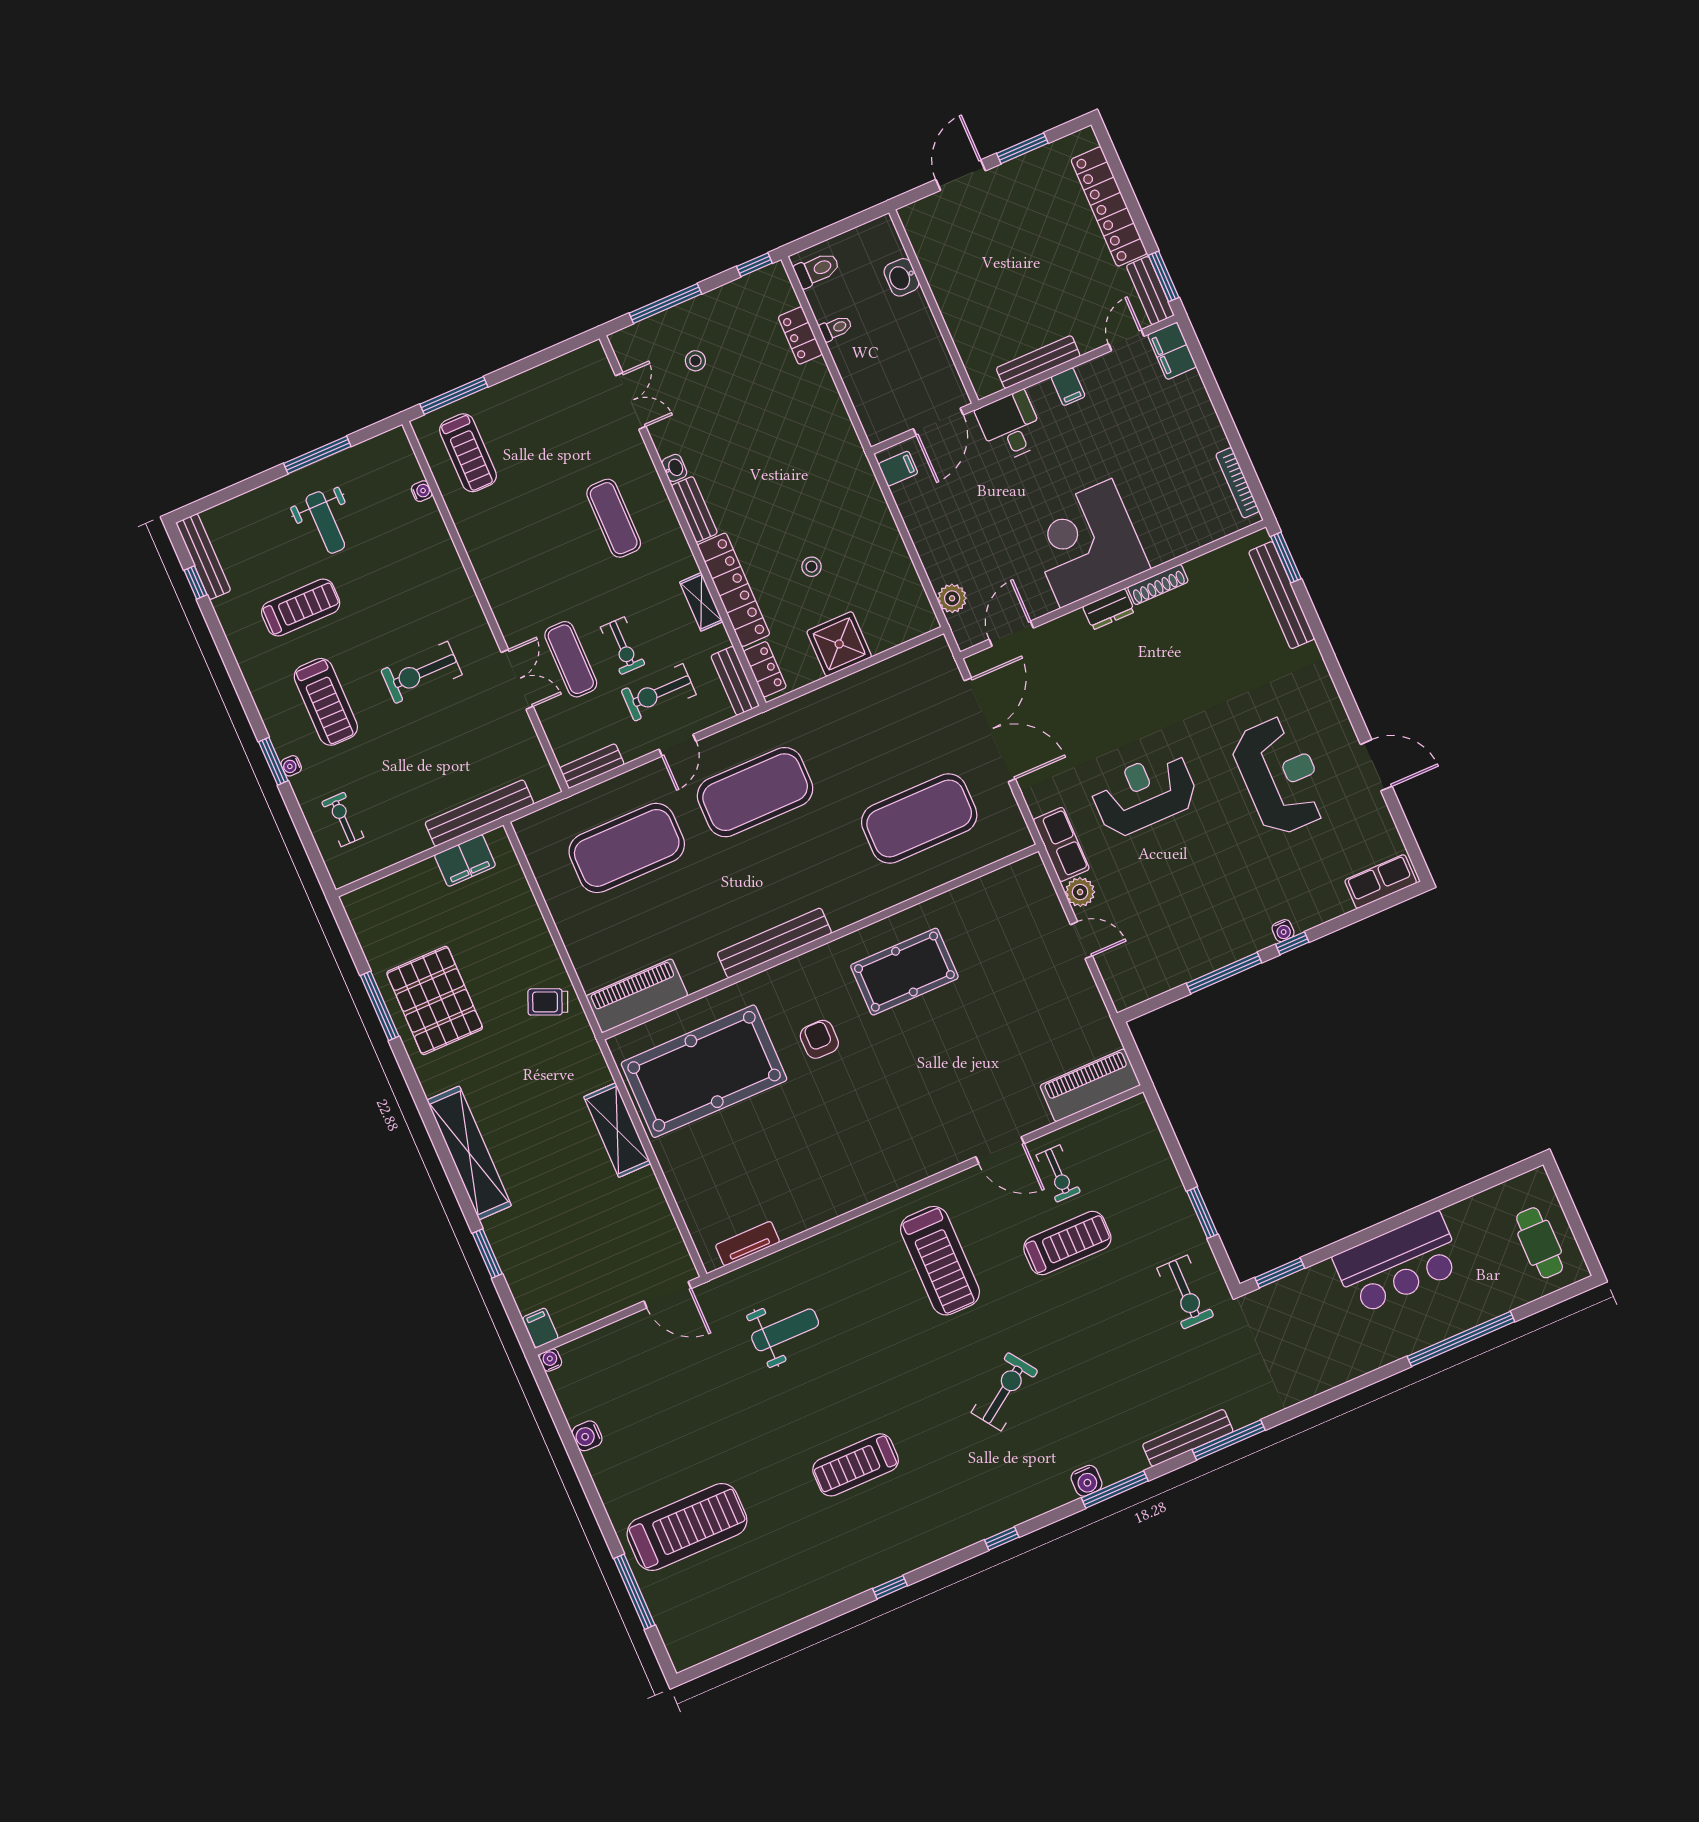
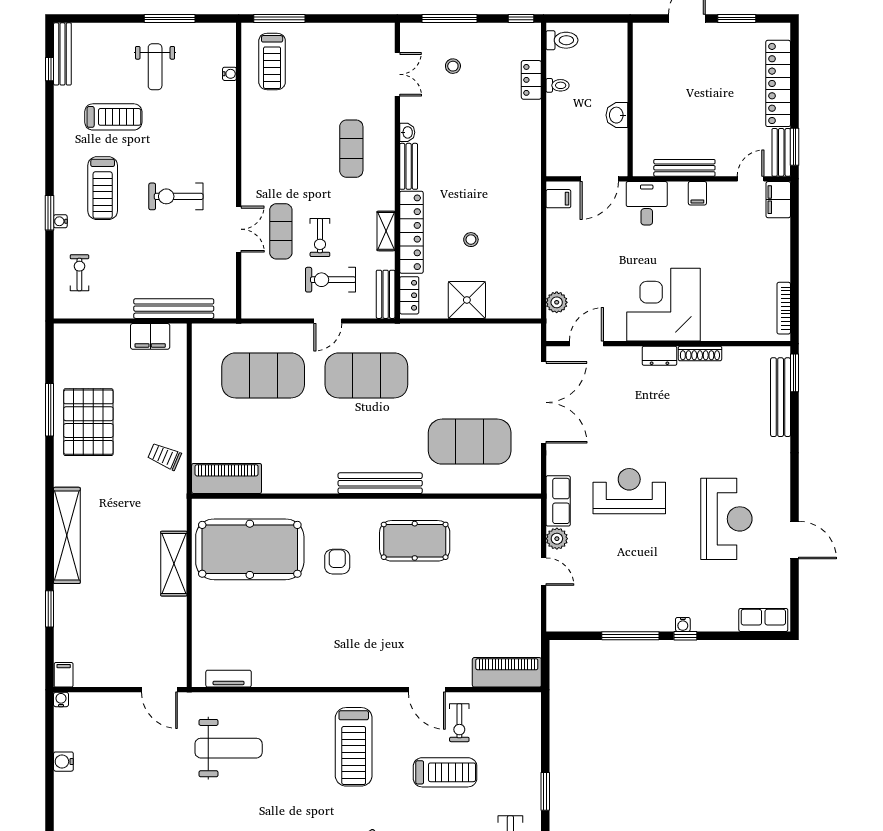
washbasin: (902, 277) -> (617, 115), moved
bench: (592, 766) -> (264, 310), removed
bench: (774, 943) -> (380, 483), moved
weight bench: (785, 1330) -> (229, 748), width x1.36, depth x1.33

